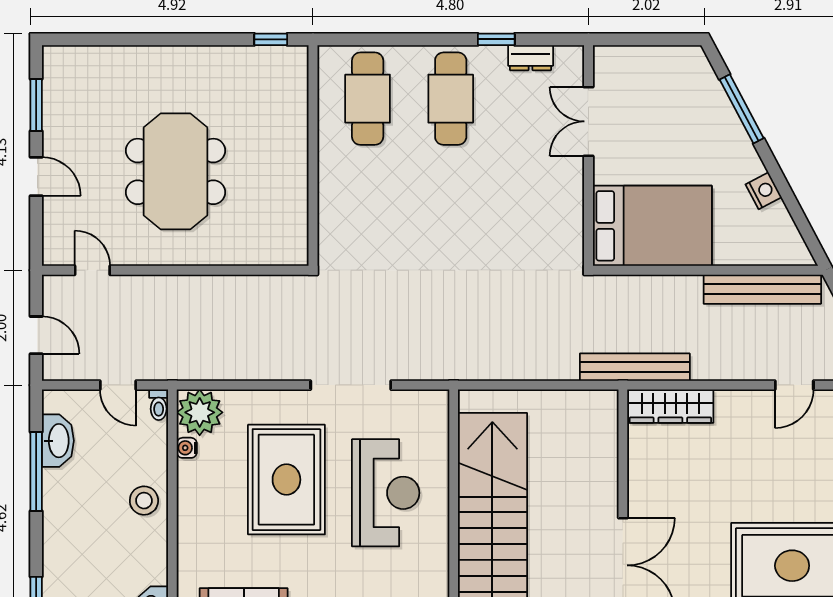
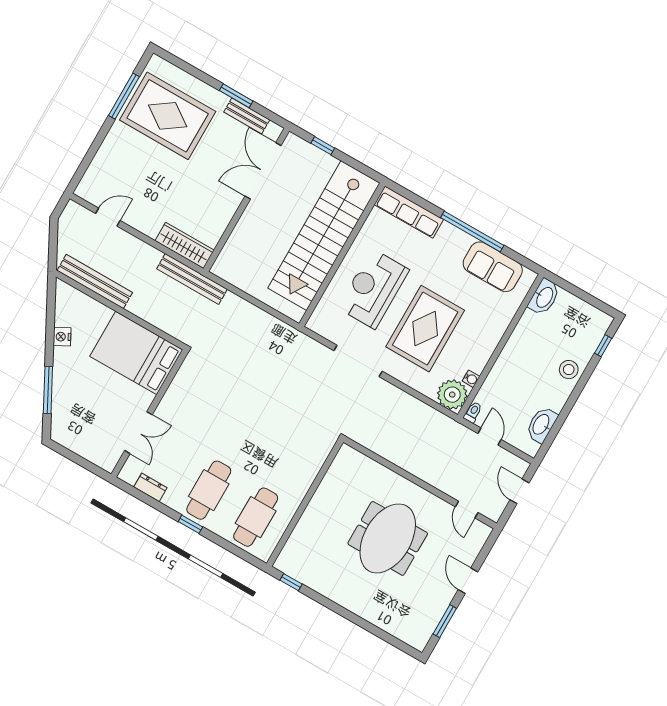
window: (496, 39) -> (190, 524), moved
window: (36, 471) -> (564, 414), removed
stool: (144, 501) -> (569, 370), moved

